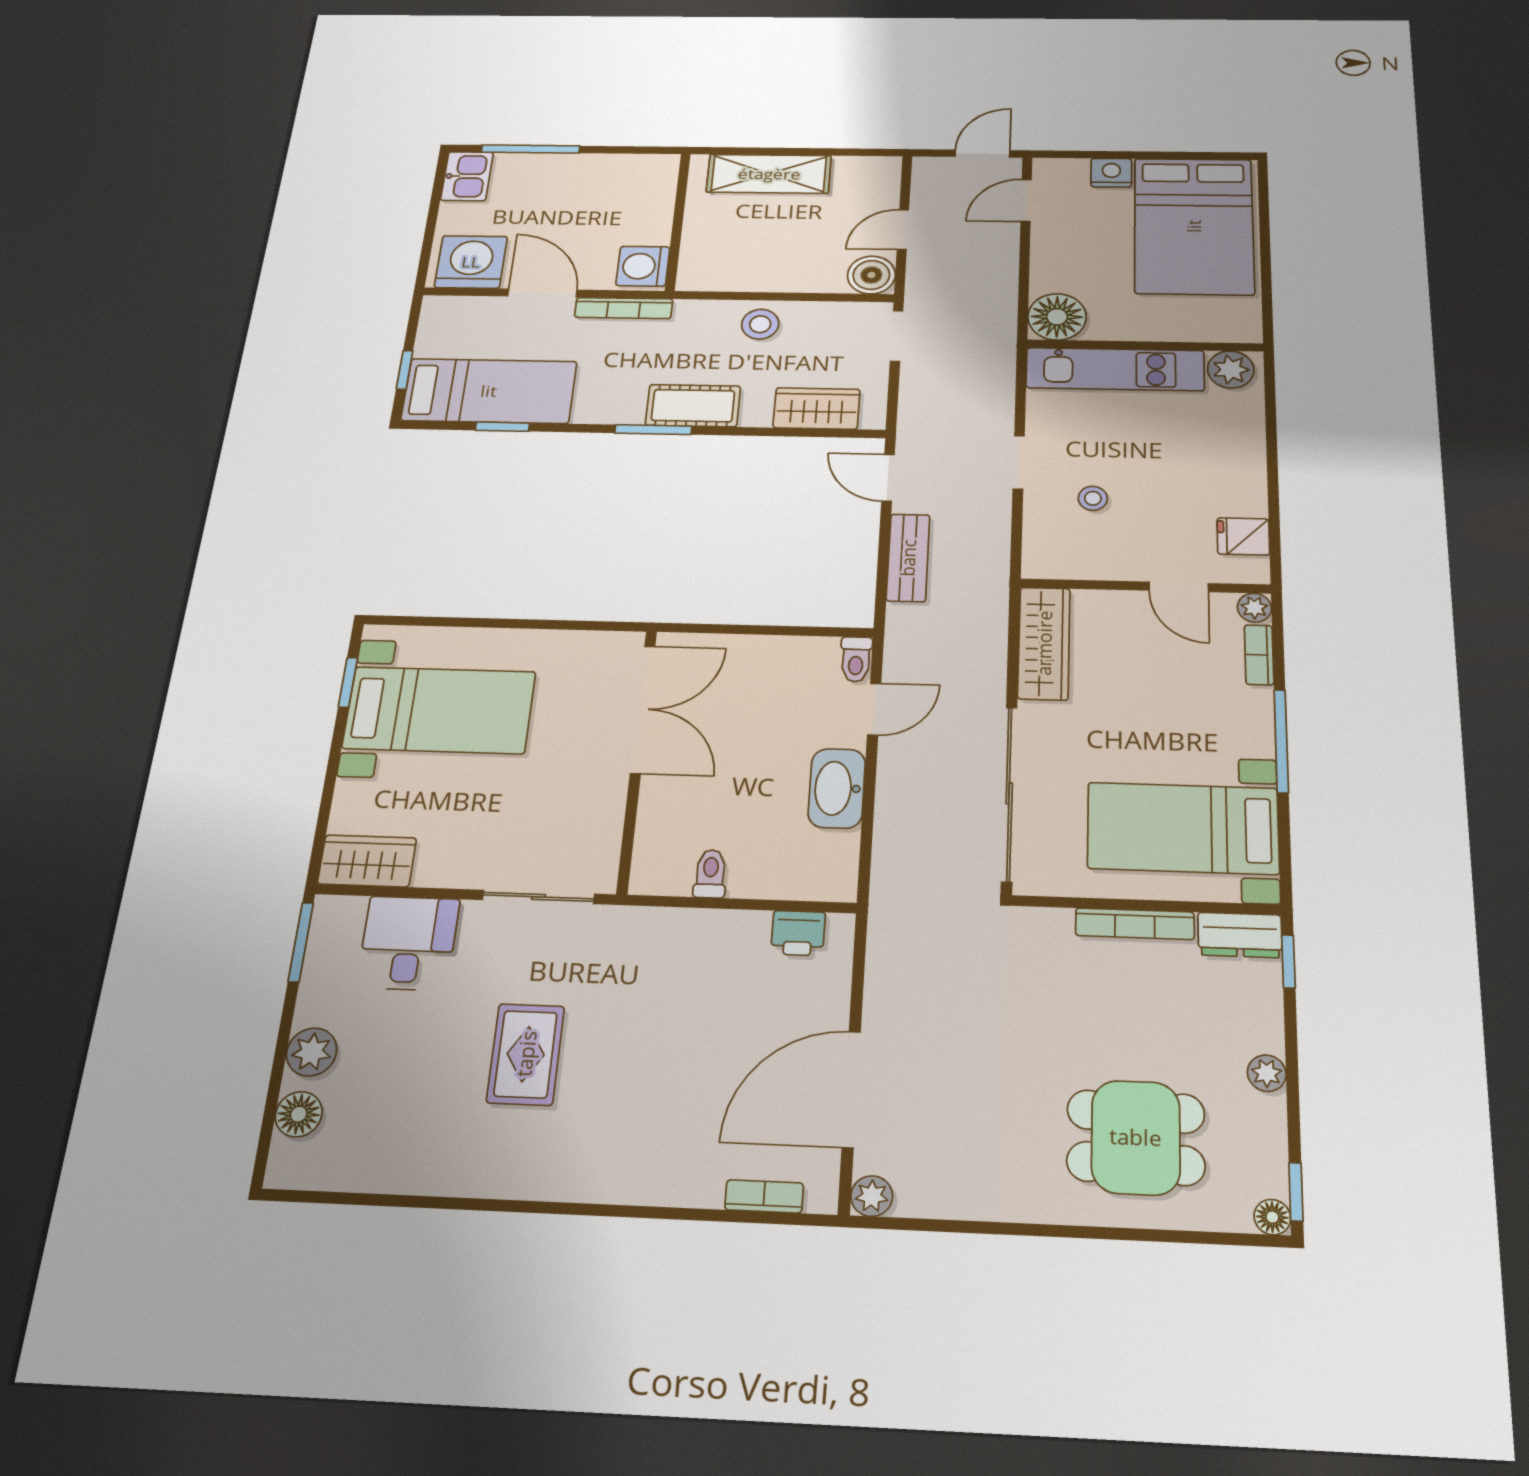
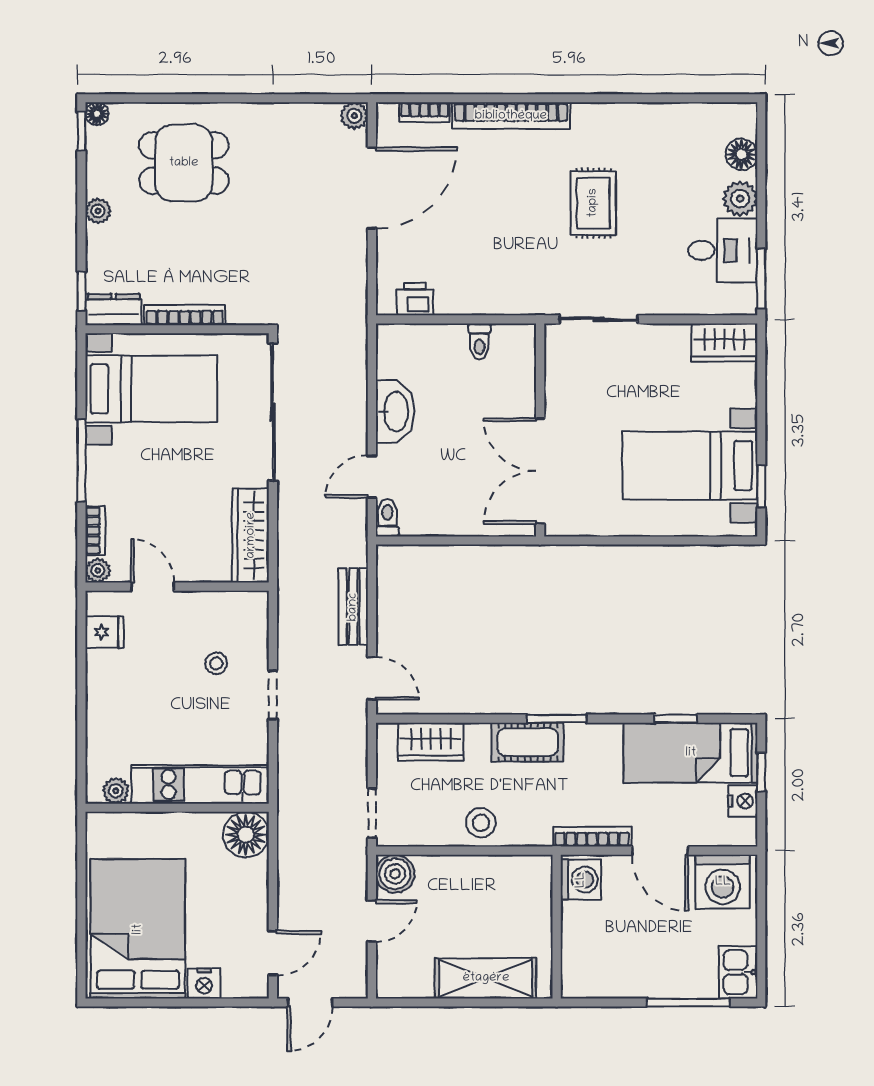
nightstand: (433, 341) -> (743, 801), added
plant: (1231, 369) -> (116, 791), width x0.73, depth x0.73
desk: (408, 943) -> (723, 250), moved, turned -90
bookcase: (633, 1186) -> (511, 116), added

